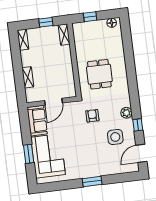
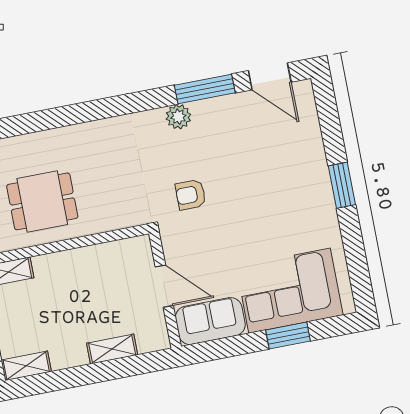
dining table: (99, 74) -> (42, 201), moved
window: (138, 125) -> (205, 89), width x2.17
side table: (115, 137) -> (236, 139), removed

